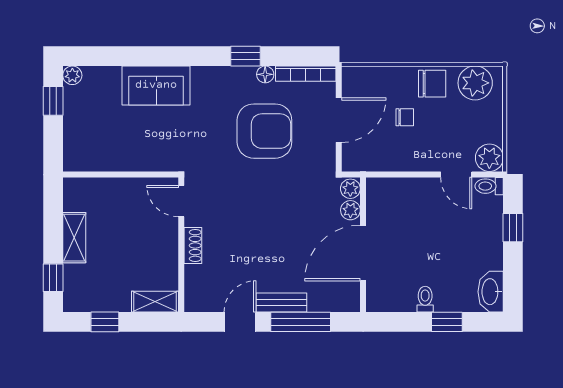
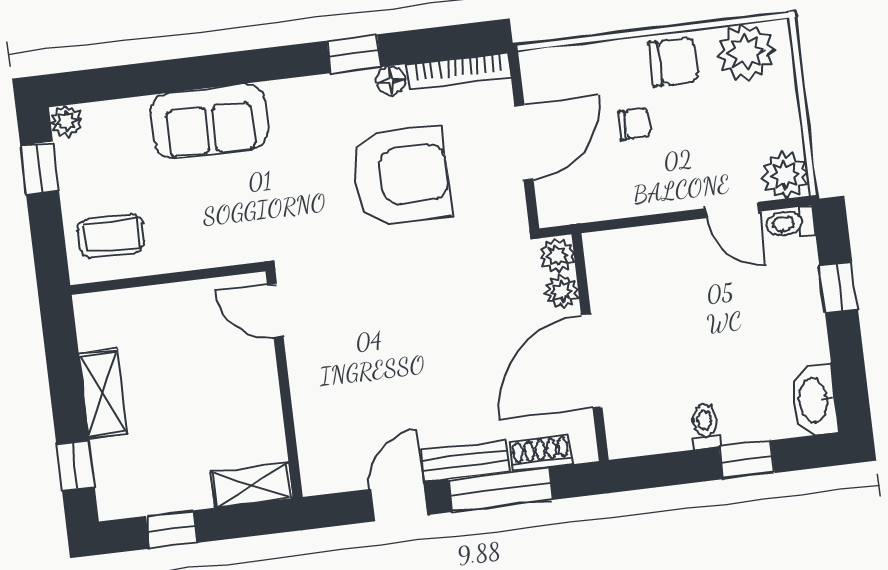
coffee table: (90, 146) -> (111, 236), added
shoe rack: (193, 245) -> (541, 453), moved, turned -90

